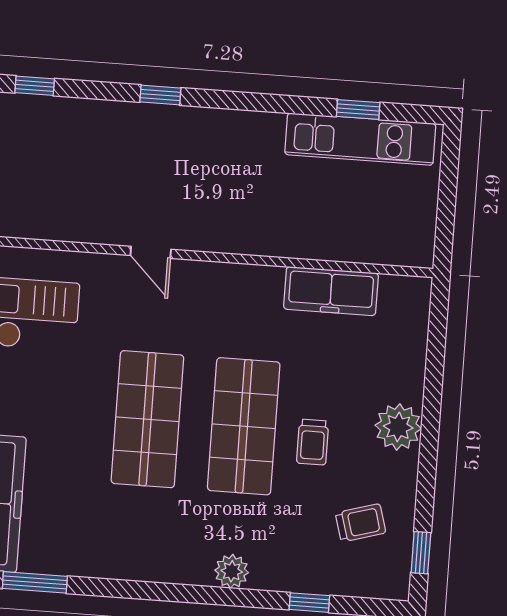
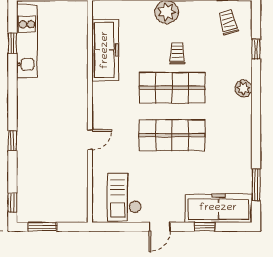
freezer: (331, 291) -> (105, 50), width x1.36, depth x1.26
trolley: (313, 442) -> (177, 53), turned -90
trolley: (361, 523) -> (228, 22), moved

